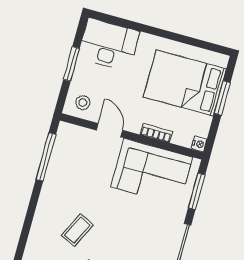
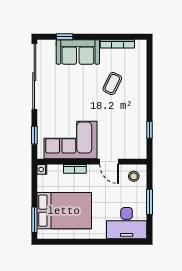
window: (222, 98) -> (34, 220), moved
window: (46, 157) -> (149, 130), width x0.46
window: (197, 191) -> (34, 135), width x0.67

